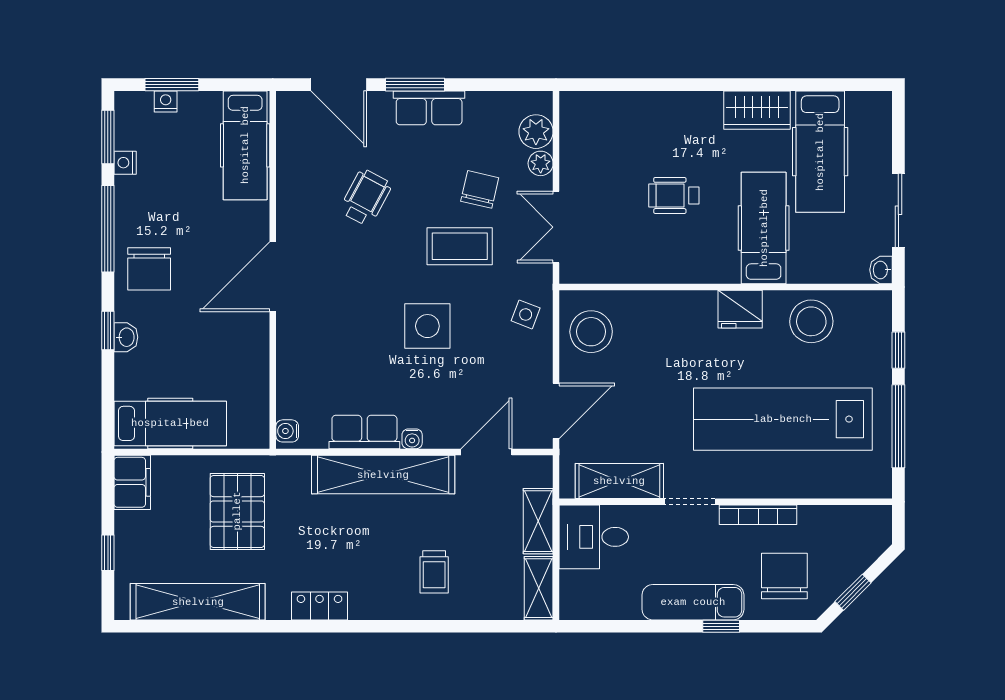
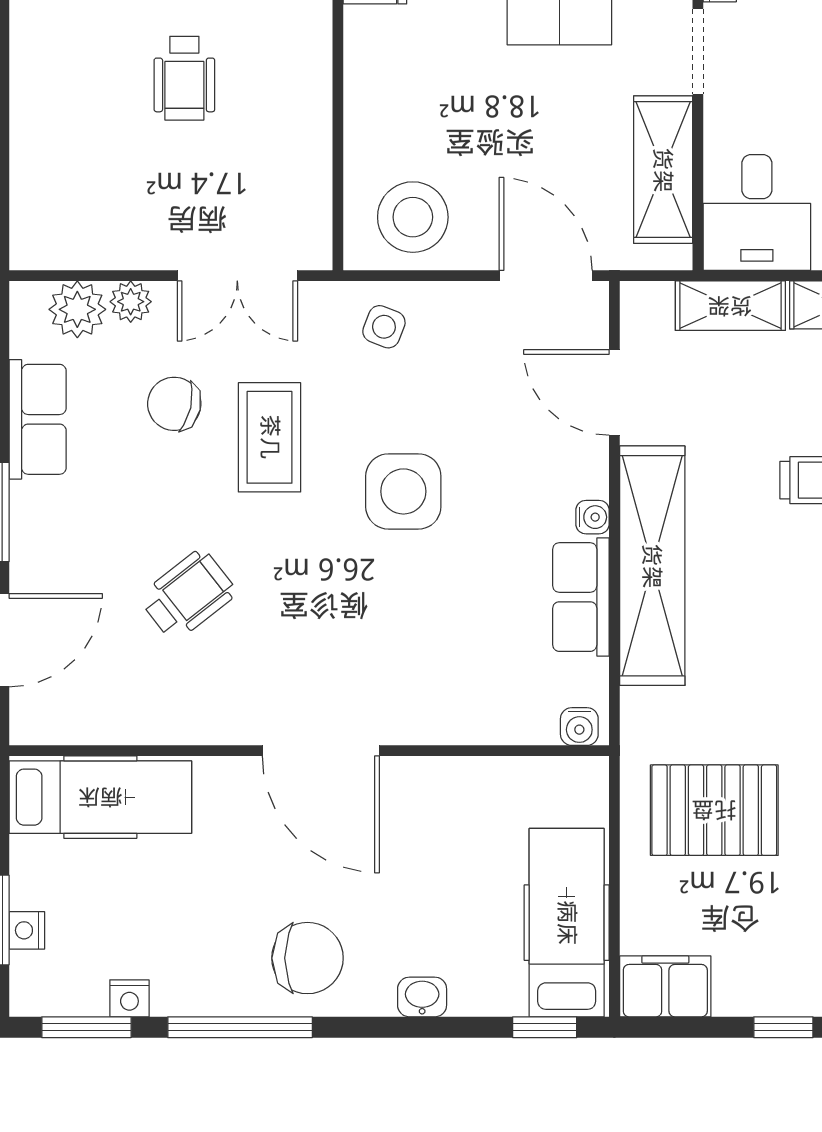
row of seats: (429, 108) -> (38, 419), moved
wheelchair: (366, 198) -> (188, 595), turned 114
window: (108, 331) -> (545, 1027), moved

